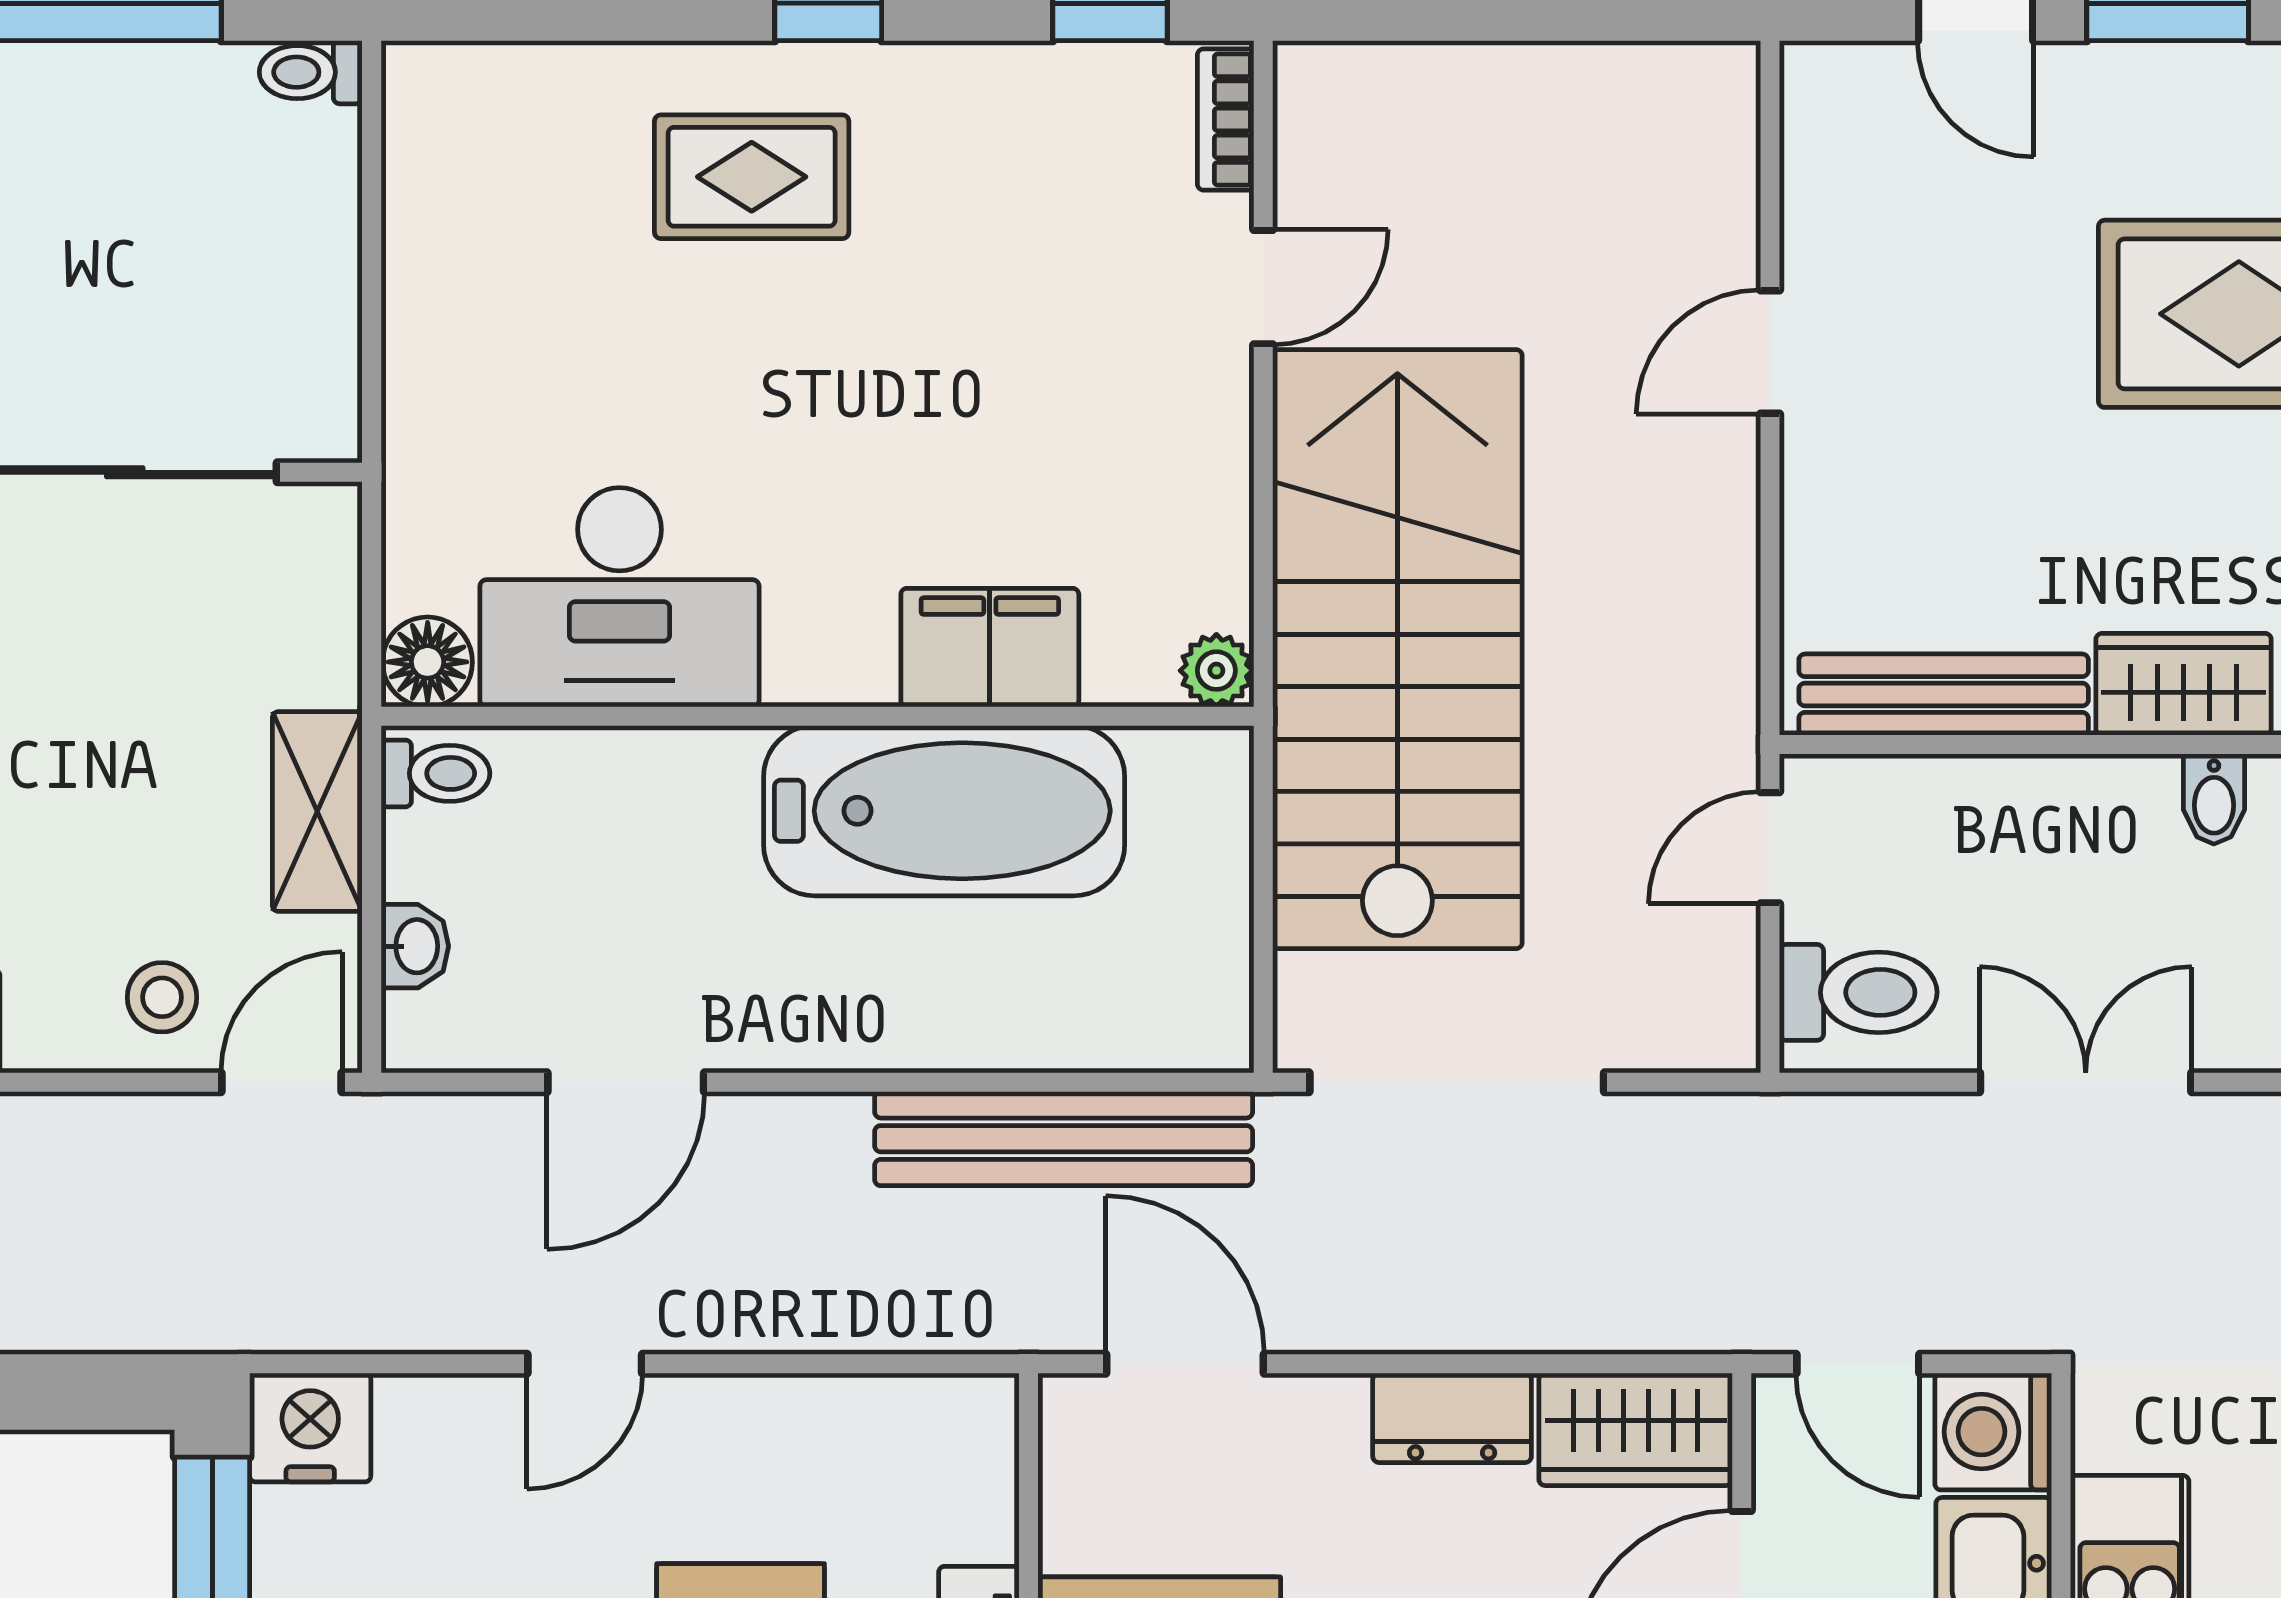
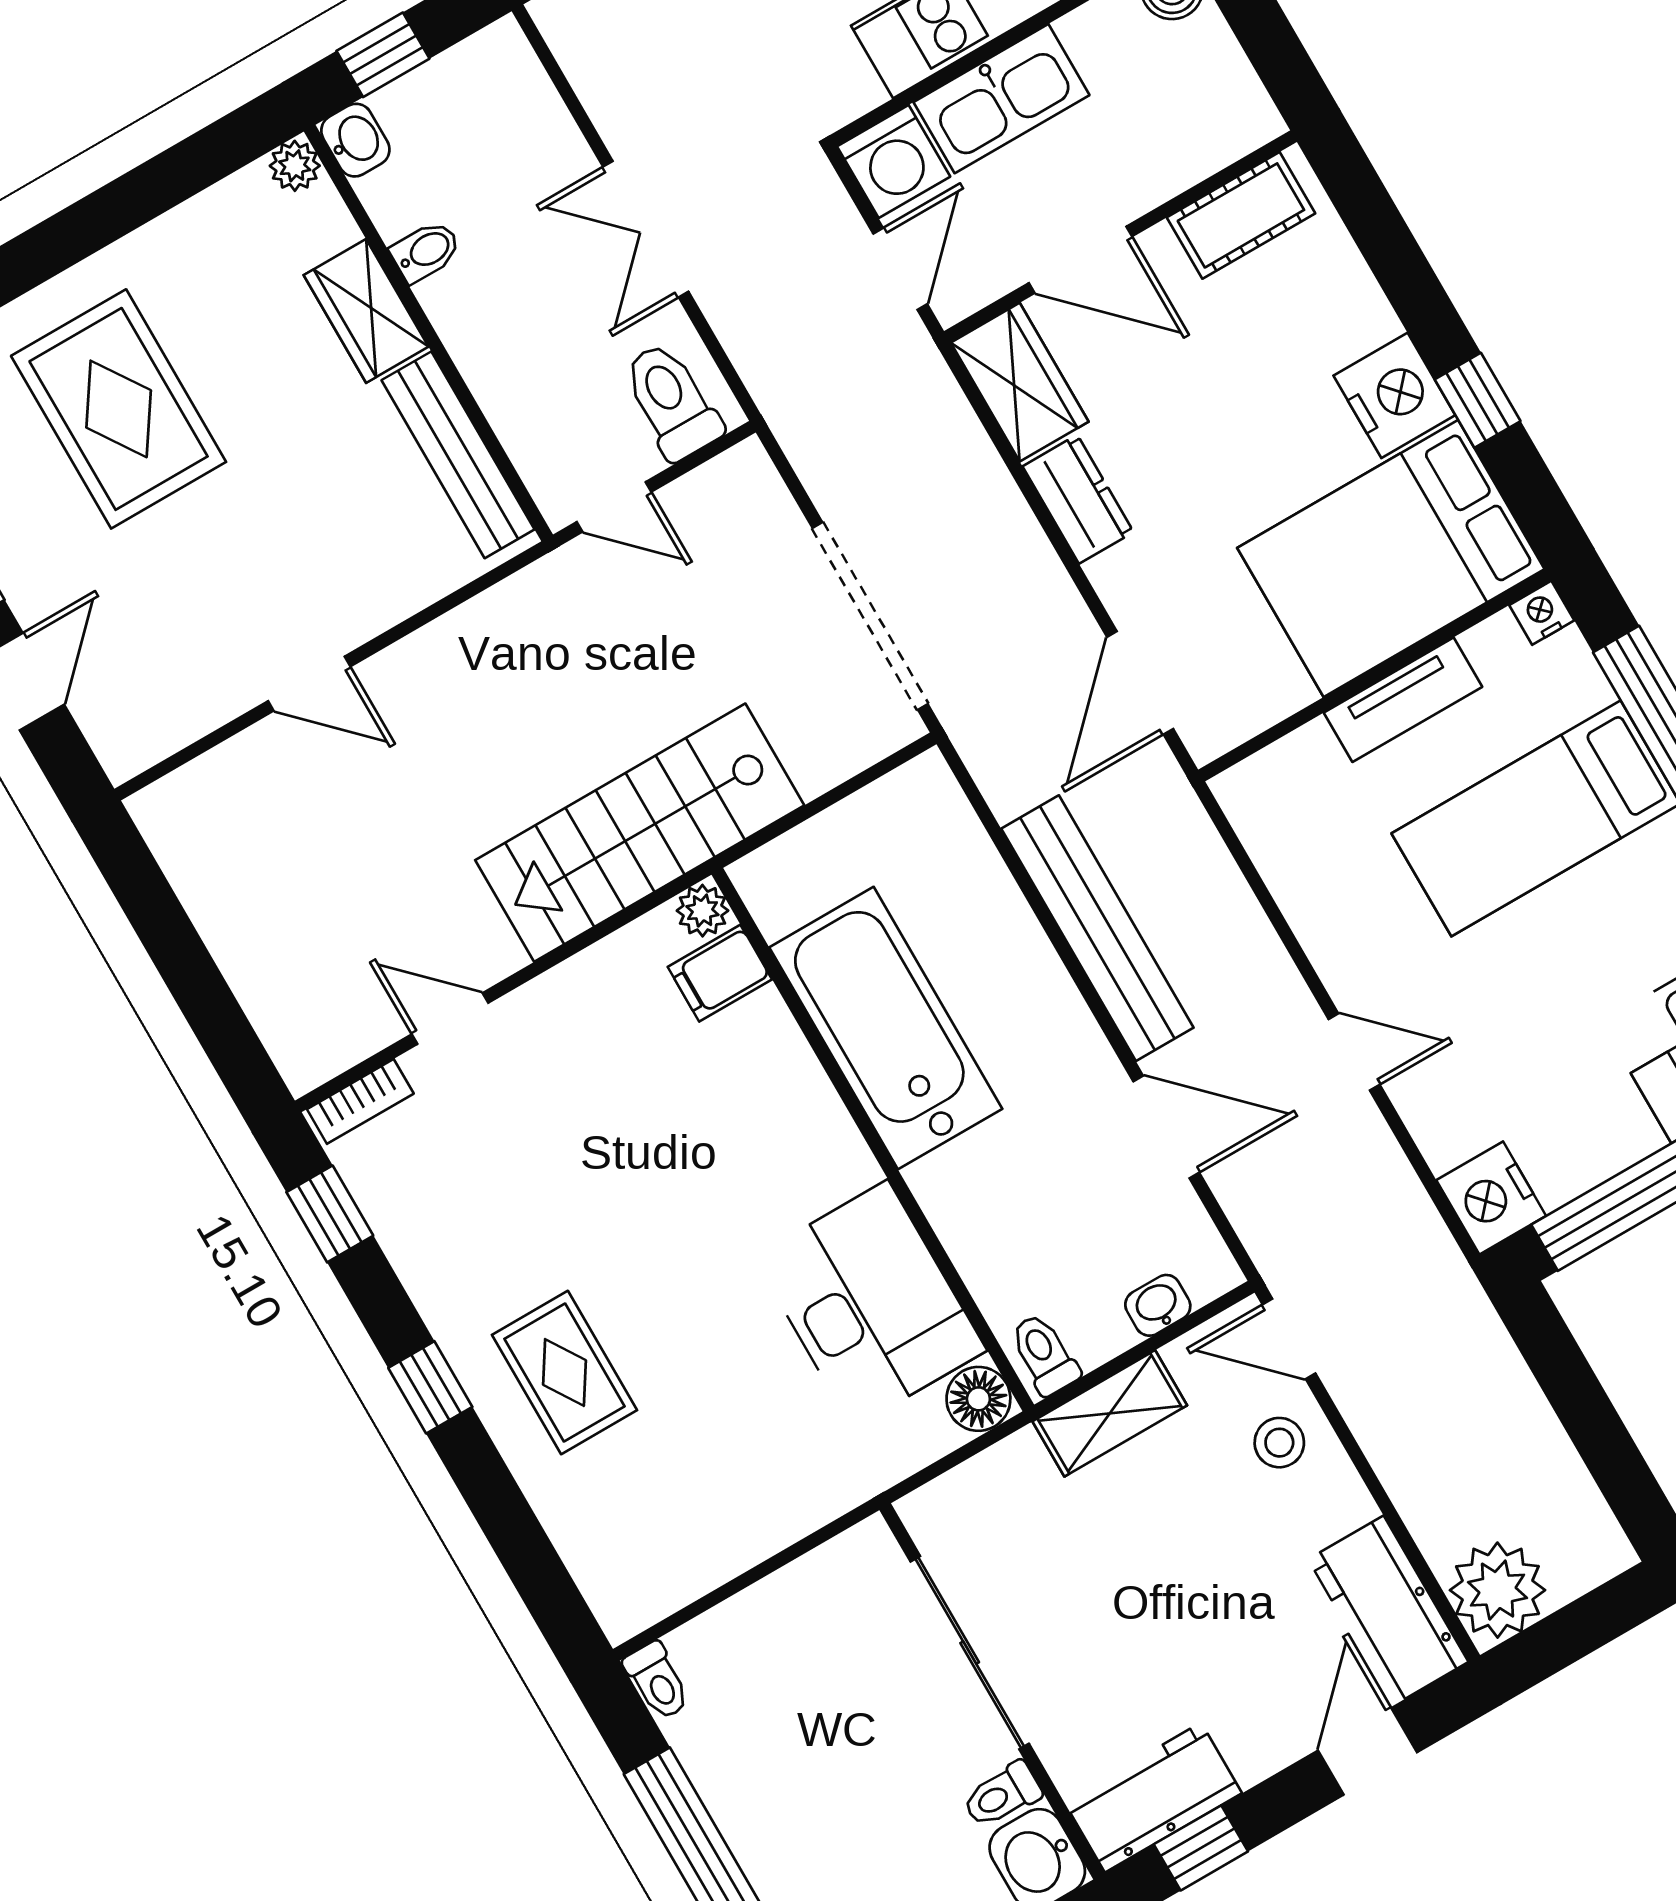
filing cabinet: (990, 648) -> (720, 973), moved, width x0.50
stairs: (1397, 649) -> (640, 833), width x0.73, depth x0.66
bench: (1064, 1139) -> (1097, 928), moved

